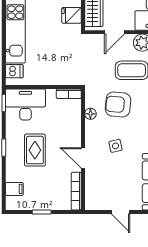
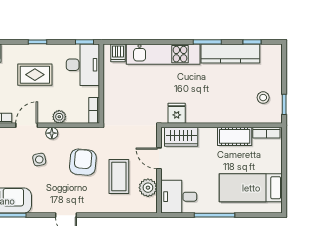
floor lamp: (90, 114) -> (52, 133), moved
plant: (75, 127) -> (59, 117), added

